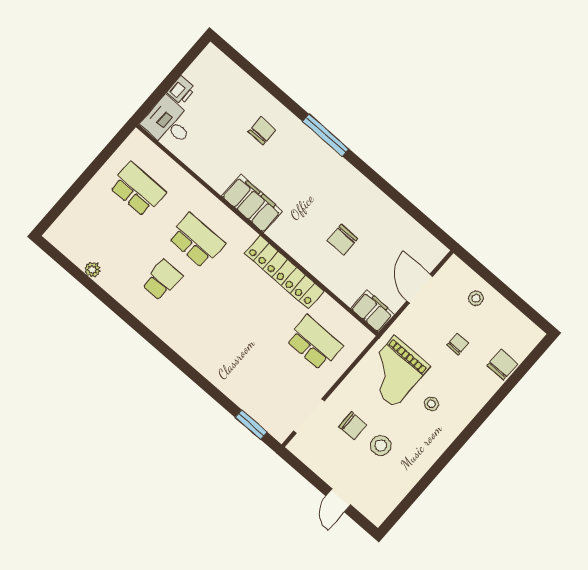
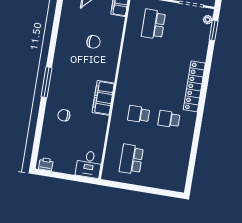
printer: (181, 90) -> (46, 164), moved
school desk: (196, 240) -> (139, 114), width x0.54
plant: (92, 270) -> (208, 20), moved
locker: (284, 272) -> (194, 86), moved, turned 180

